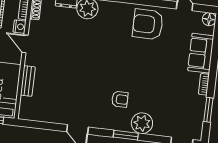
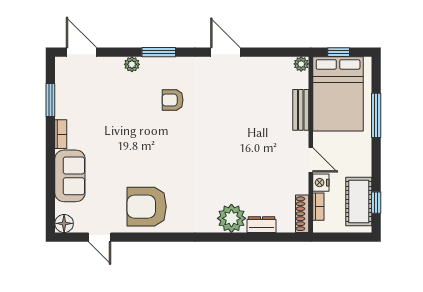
armchair: (148, 24) -> (147, 207), turned 180
plant: (24, 114) -> (301, 64), added
plant: (142, 123) -> (132, 64), width x0.53, depth x0.53

